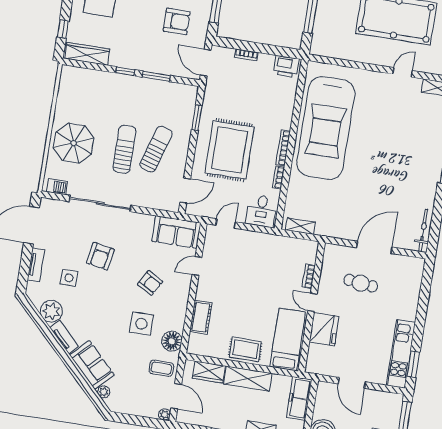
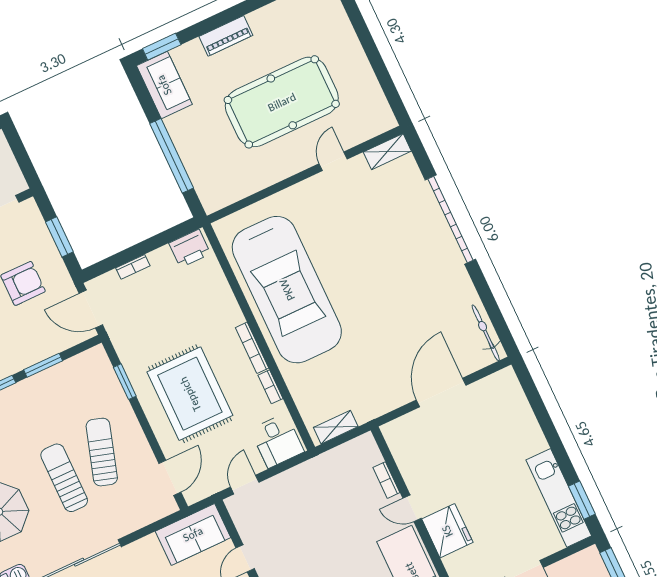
cafe table: (361, 283) -> (454, 446), removed

